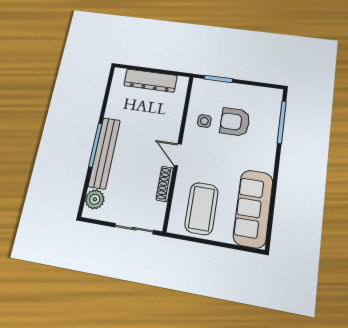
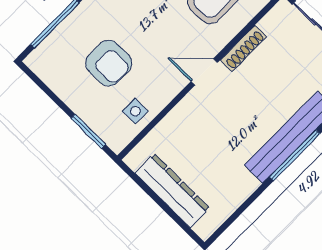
side table: (204, 121) -> (135, 111), moved
door: (178, 155) -> (204, 72), swing flipped

